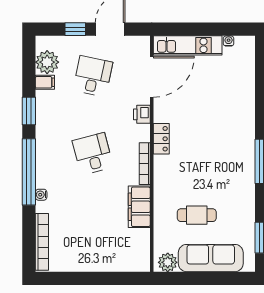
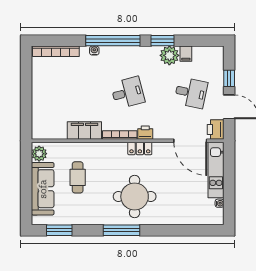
printer: (138, 46) -> (216, 130), added
plant: (47, 62) -> (169, 55), moved
printer: (142, 114) -> (145, 133), moved
round table: (220, 145) -> (135, 197), added

